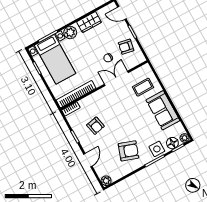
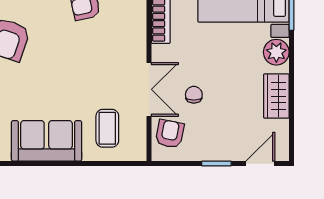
armchair: (126, 47) -> (170, 134), moved

